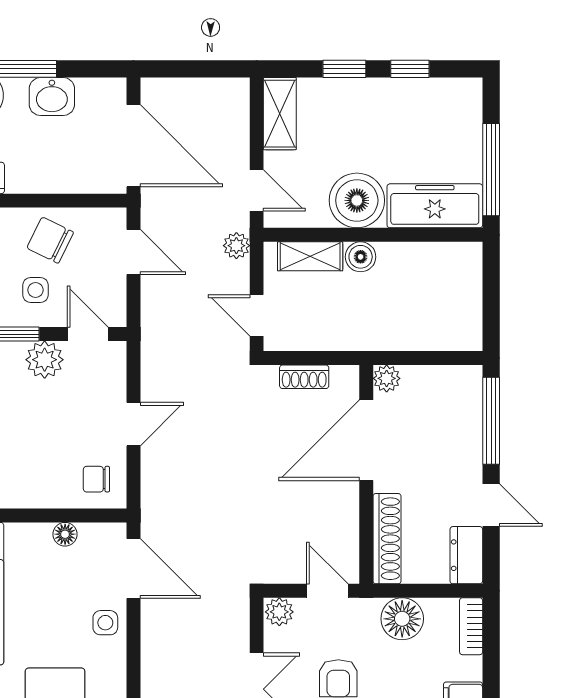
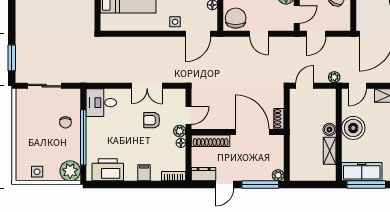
freezer: (435, 206) -> (362, 172), moved, turned -90
door: (133, 252) -> (316, 34), moved
shelving: (310, 256) -> (330, 151), moved
shoe rack: (304, 377) -> (279, 119), moved
plant: (387, 378) -> (278, 175), moved
chair: (96, 479) -> (236, 18), width x1.87, depth x1.87
plant: (279, 612) -> (180, 131), moved
floor lamp: (402, 619) -> (181, 143), width x0.53, depth x0.53

